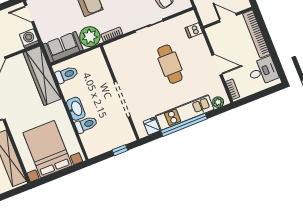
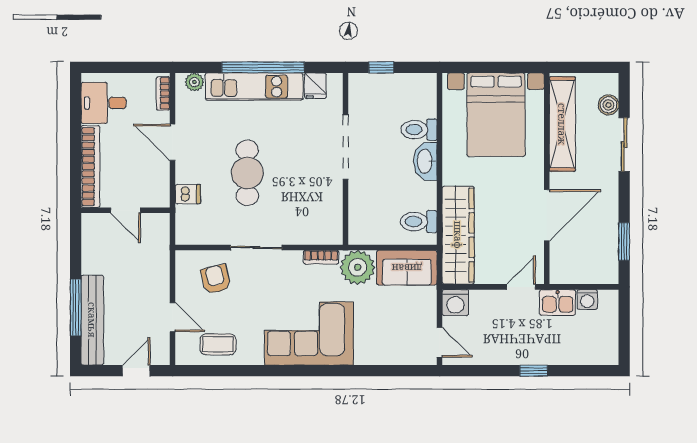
dishwasher: (194, 30) -> (188, 194), moved

